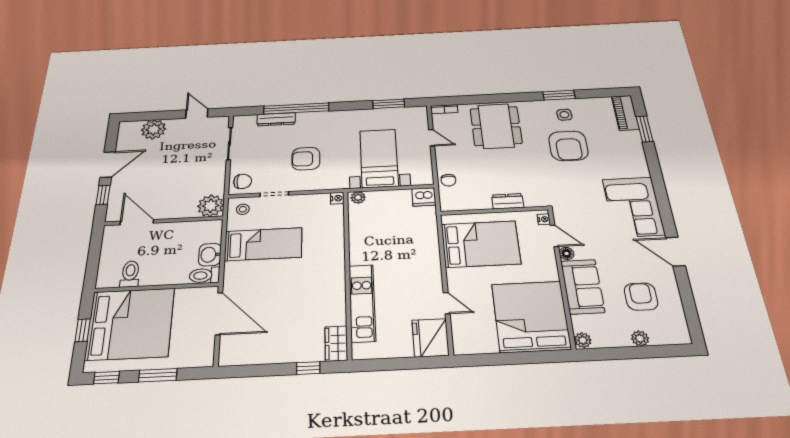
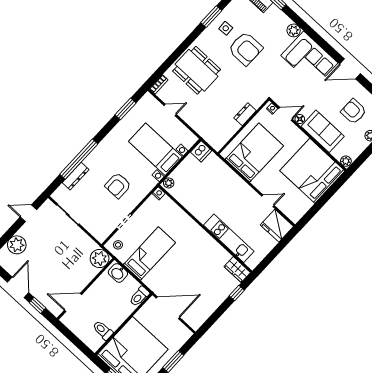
plant: (640, 169) -> (294, 30), added
chair: (448, 180) -> (204, 129), removed
chair: (243, 181) -> (100, 230), removed
washbasin: (210, 255) -> (118, 273), moved

